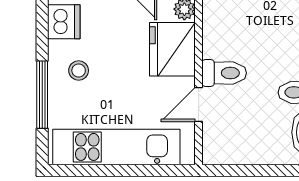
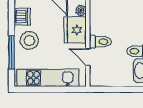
stool: (79, 71) -> (29, 40), width x1.89, depth x1.89
door: (199, 104) -> (88, 57), hinge flipped

